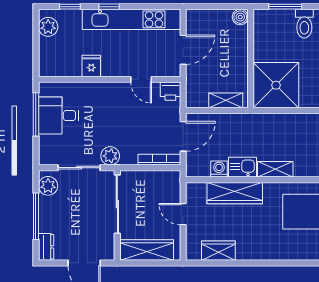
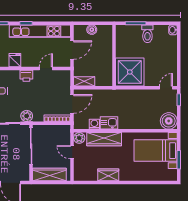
boiler: (240, 17) -> (92, 30), moved
door: (141, 79) -> (46, 68), swing flipped
printer: (170, 91) -> (26, 76), moved
shelving: (226, 100) -> (84, 81), moved
shelving: (275, 169) -> (129, 124), removed
plant: (195, 191) -> (79, 138), added
wardrobe: (218, 251) -> (108, 175), moved

